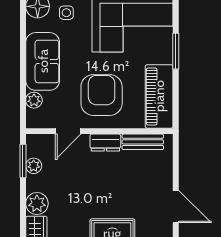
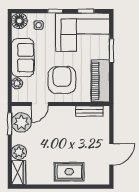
dresser: (105, 143) -> (64, 112), removed
plant: (34, 166) -> (21, 122), width x1.88, depth x1.88
door: (176, 207) -> (111, 154), hinge flipped

